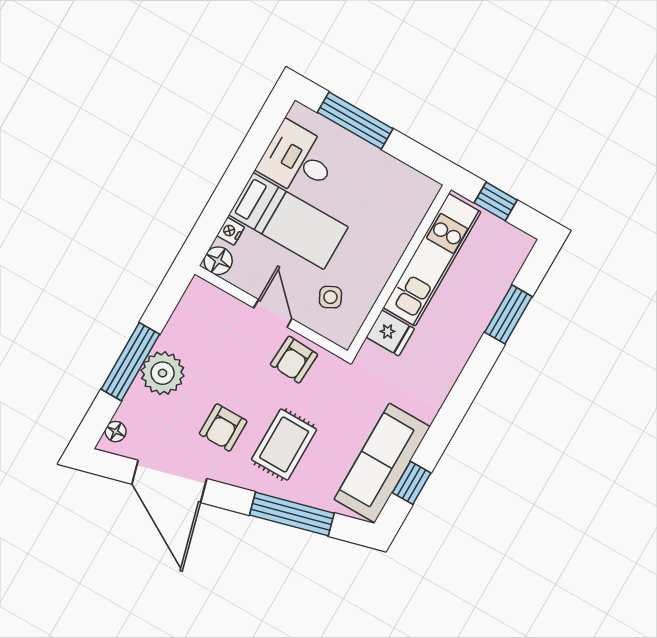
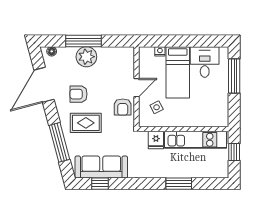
floor lamp: (218, 261) -> (145, 53), removed
window: (508, 314) -> (179, 184), moved
armchair: (294, 360) -> (123, 107), turned -93

